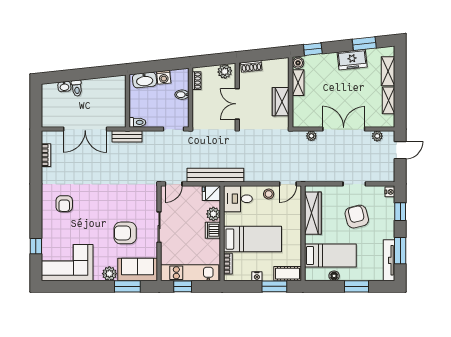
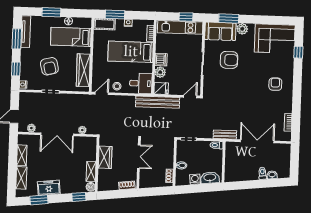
plant: (225, 71) -> (148, 182), removed

